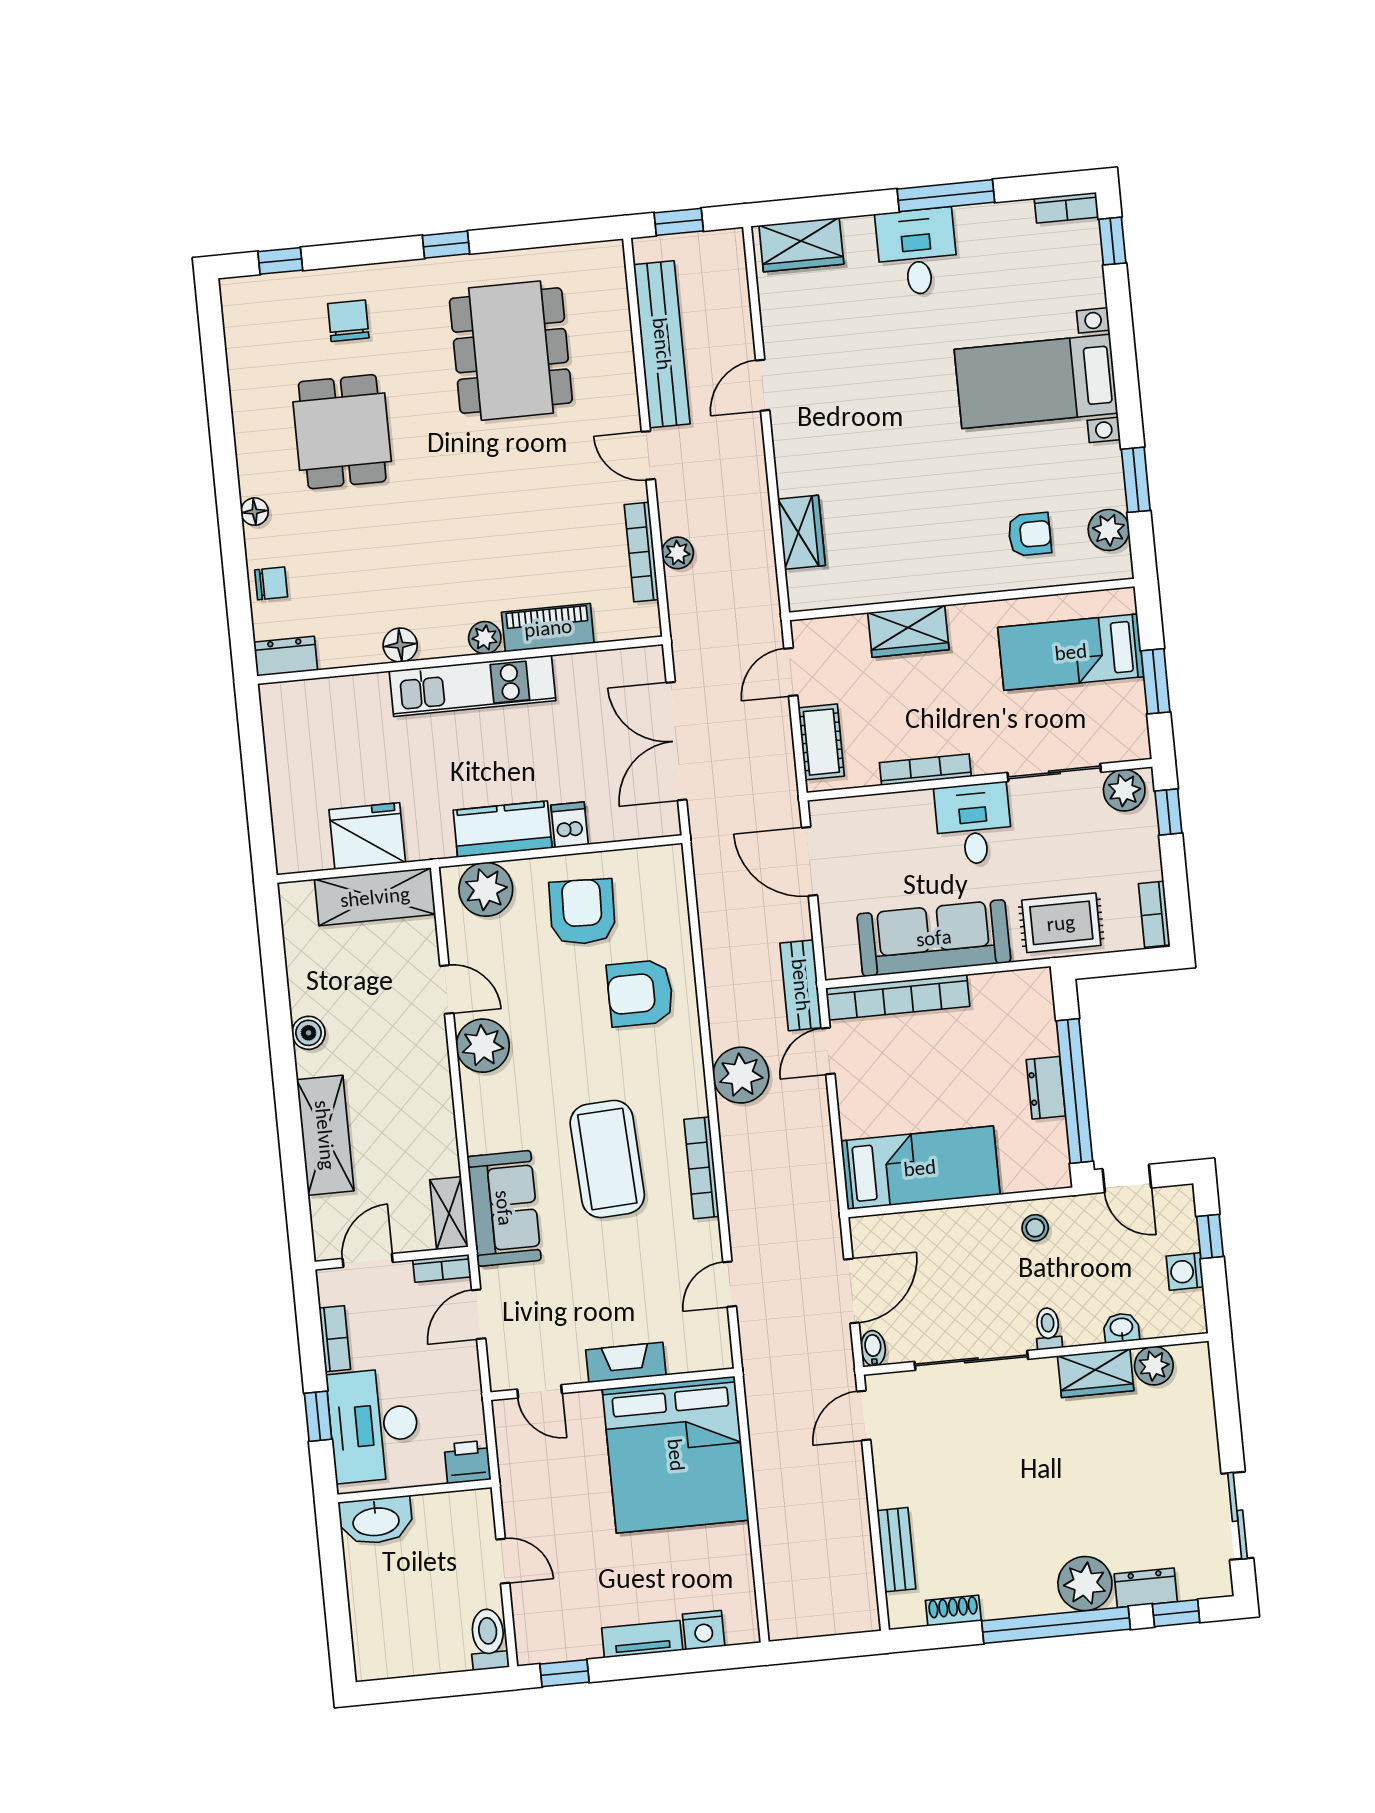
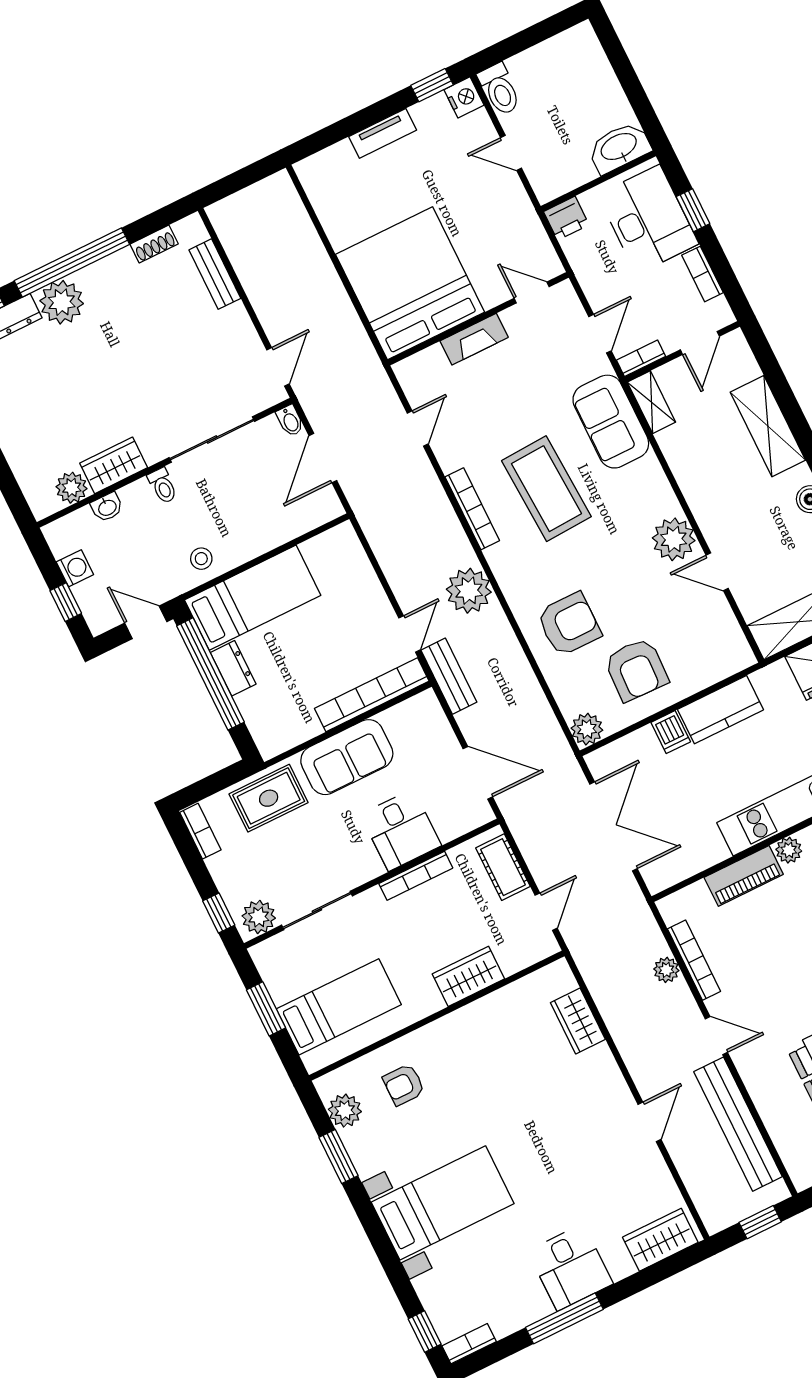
desk: (974, 824) -> (401, 830), moved
plant: (486, 889) -> (587, 729), moved, width x0.73, depth x0.73
sofa: (934, 938) -> (347, 757), width x0.73
bed: (920, 1168) -> (253, 598), moved, turned 180
nightstand: (704, 1630) -> (464, 97), moved, turned 90

